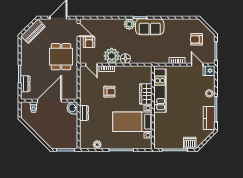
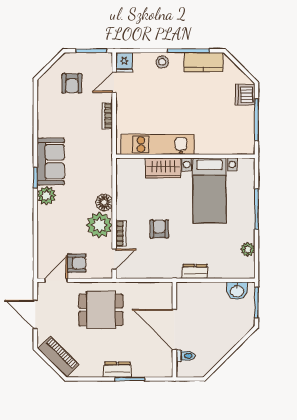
dresser: (25, 84) -> (117, 370), moved
washbasin: (72, 108) -> (237, 291), moved

